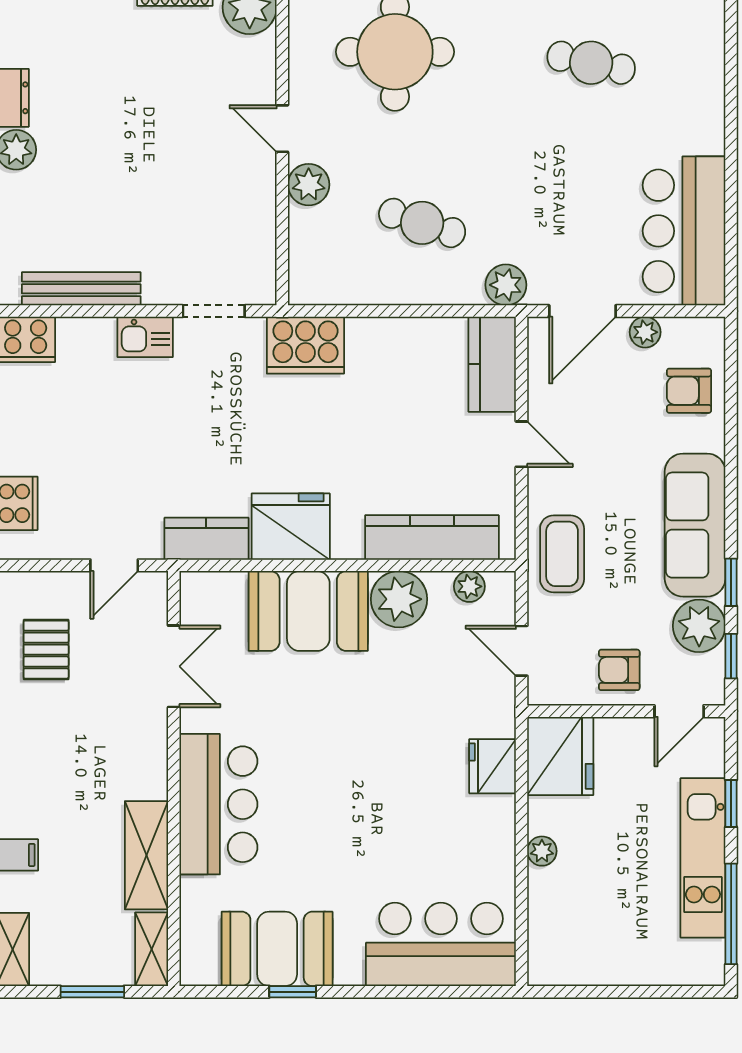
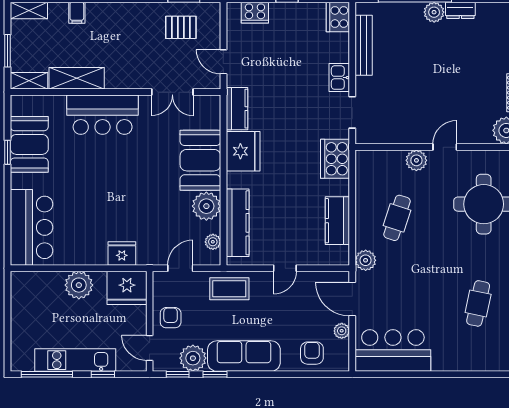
kitchen counter: (492, 364) -> (337, 221), moved, turned -90
plant: (542, 851) -> (79, 285), width x1.88, depth x1.88

